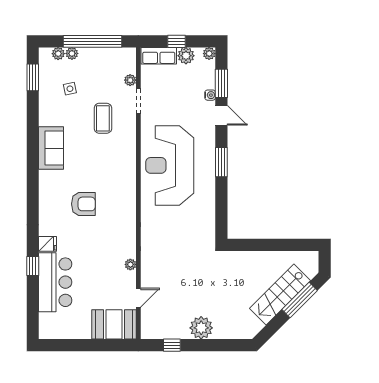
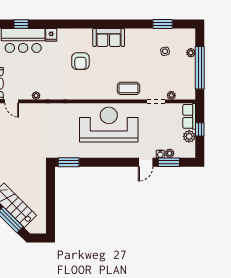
plant: (58, 54) -> (191, 43), removed
plant: (209, 54) -> (170, 153), moved
window: (33, 77) -> (163, 24), moved
coffee table: (103, 118) -> (128, 88), moved
sofa: (51, 148) -> (109, 37), moved
window: (221, 162) -> (69, 162), moved
window: (33, 266) -> (21, 24), moved

